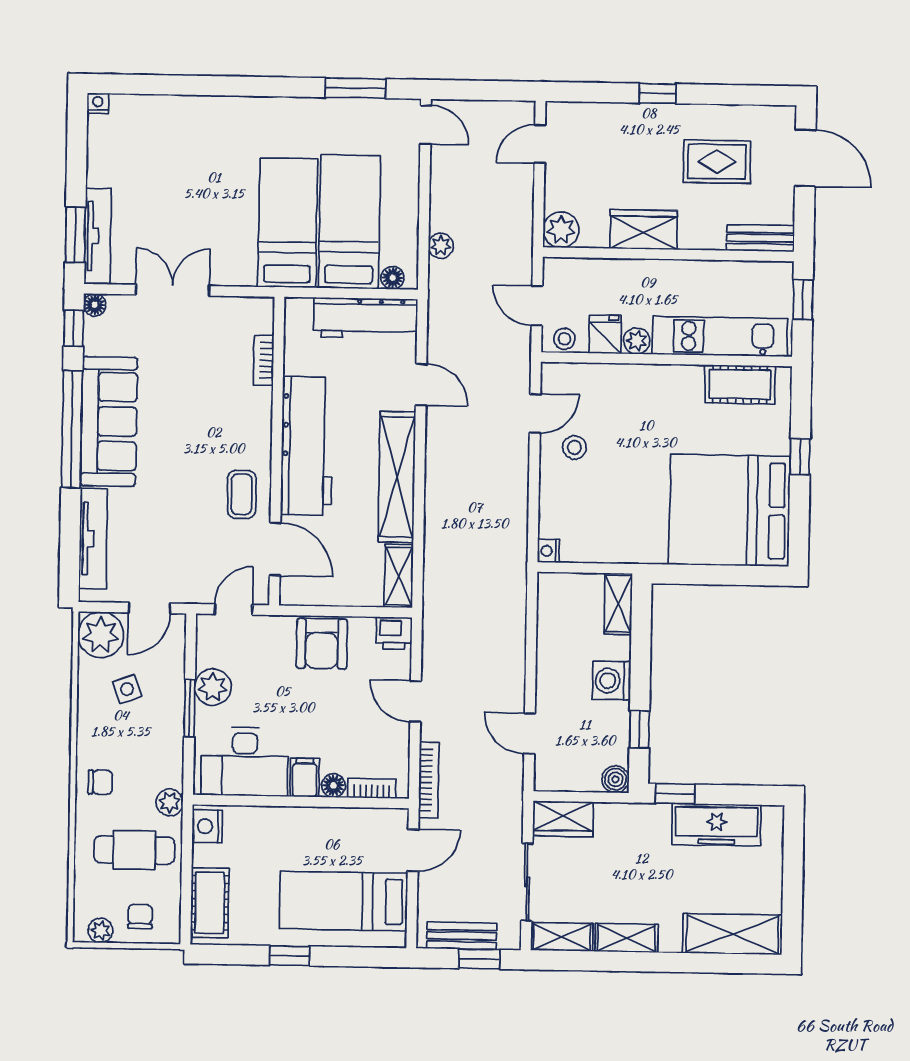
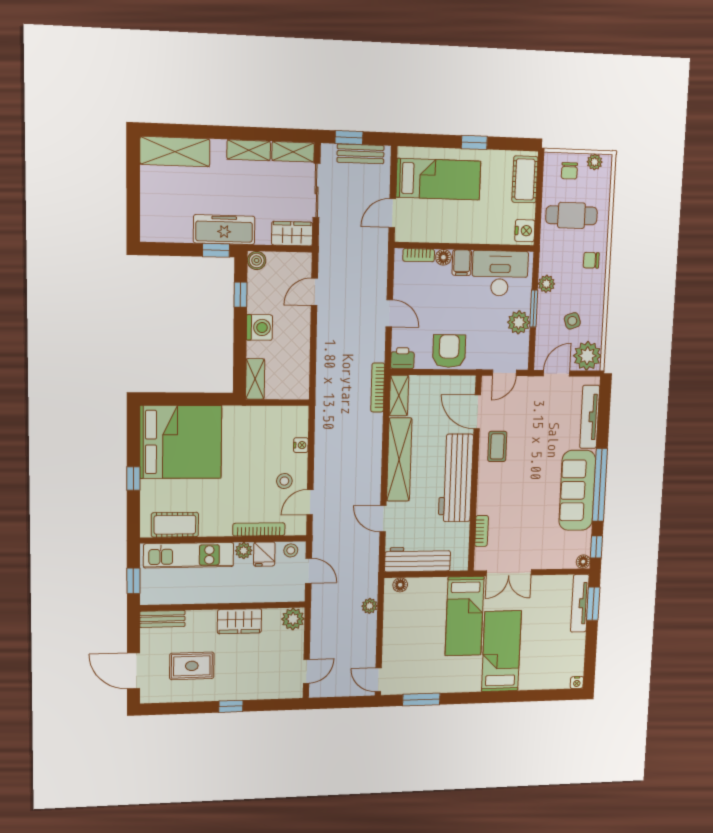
bed: (349, 222) -> (501, 651), moved, turned 180
double door: (173, 290) -> (509, 573), moved
bookcase: (613, 373) -> (259, 529), added
nightstand: (548, 551) -> (301, 445), moved
door: (530, 733) -> (314, 292), swing flipped
bookcase: (429, 780) -> (378, 387), moved
plant: (170, 802) -> (546, 284), moved
freezer: (717, 825) -> (224, 230), moved

